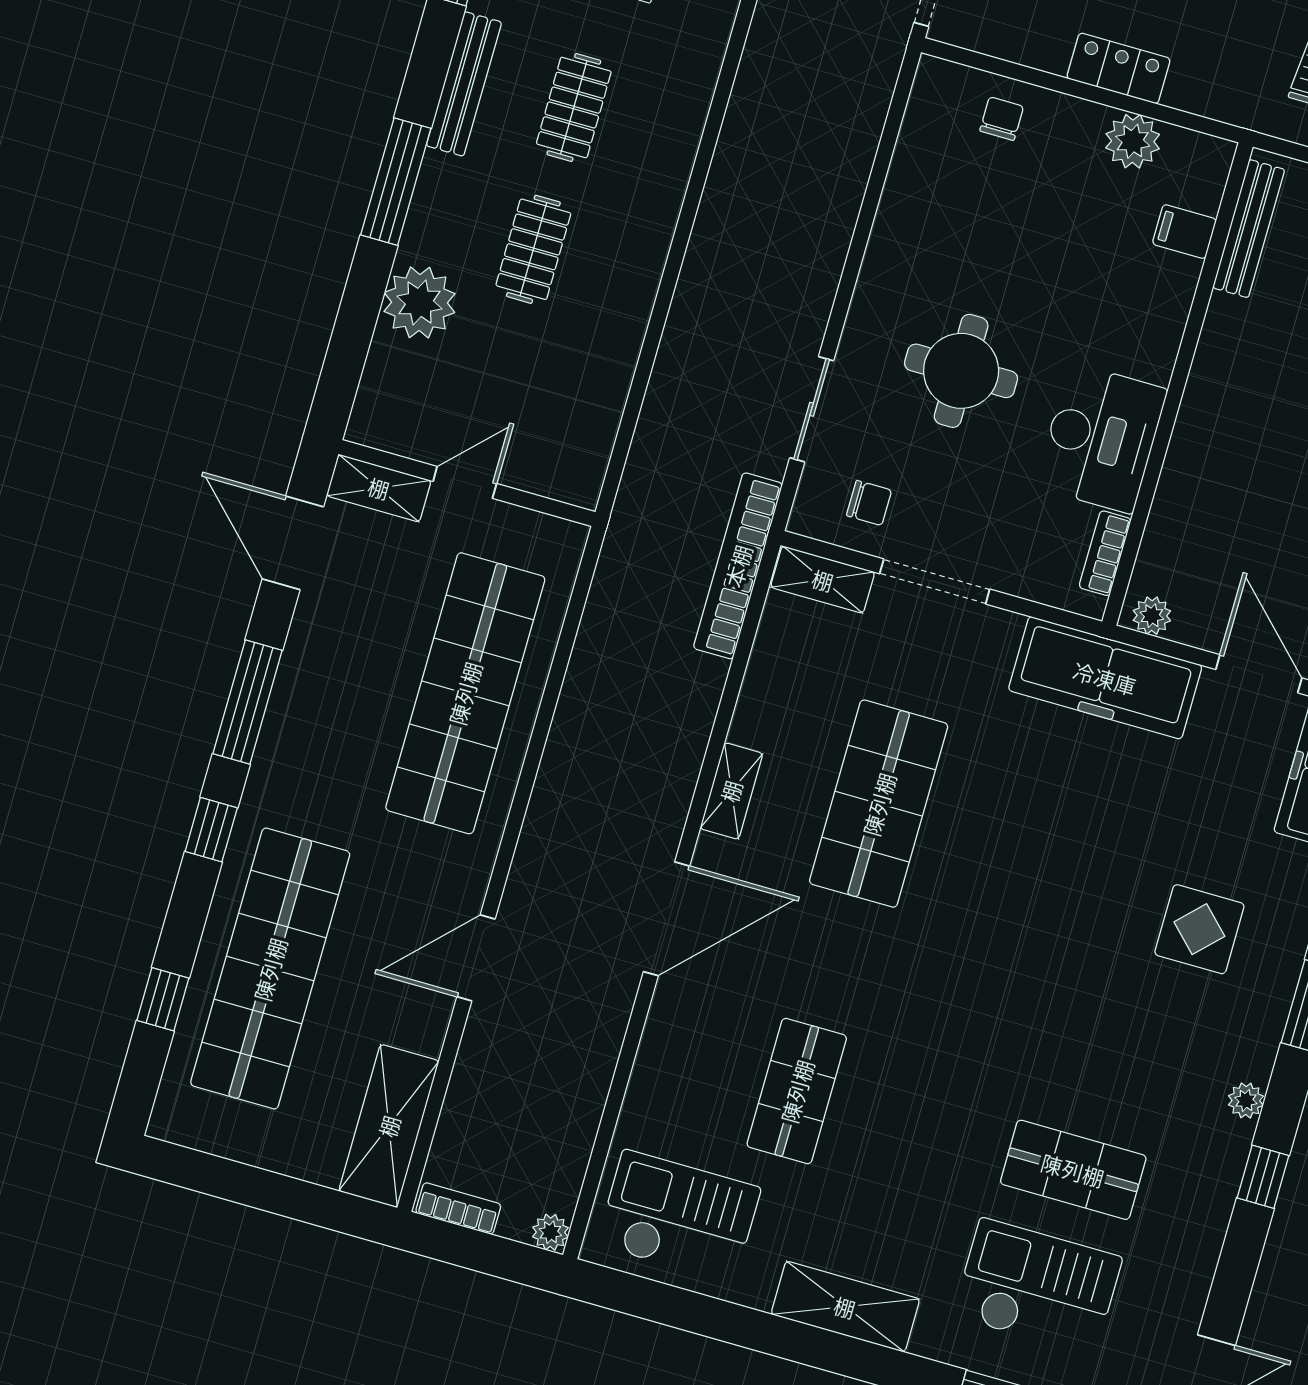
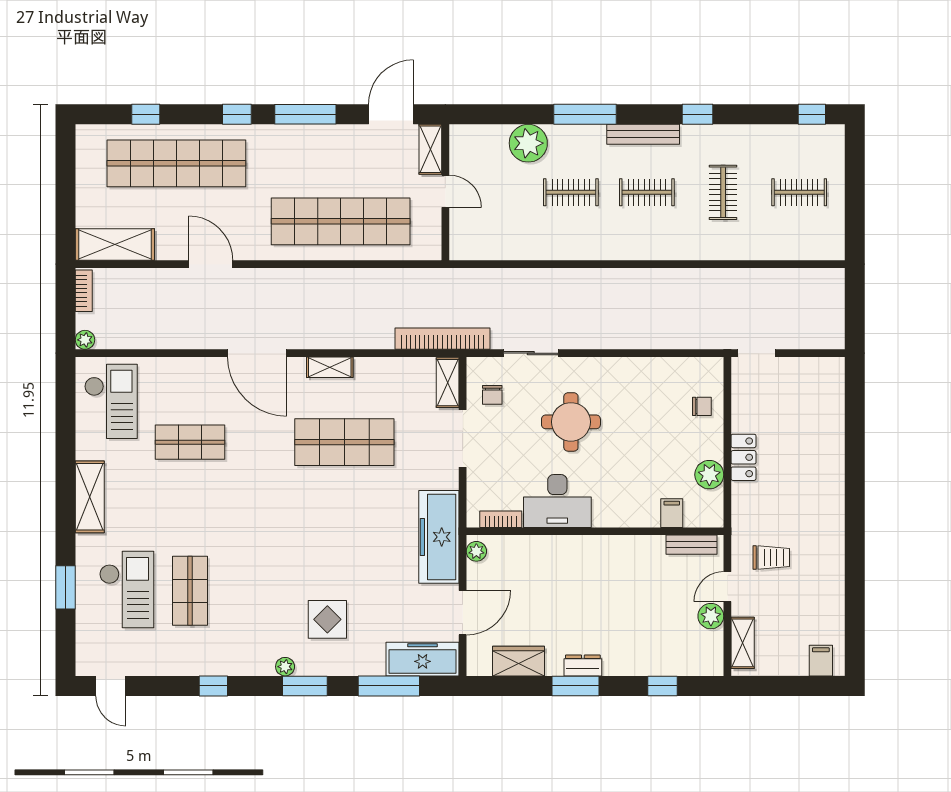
bench: (1249, 229) -> (692, 545), width x0.73
plant: (1246, 1101) -> (285, 667), moved

